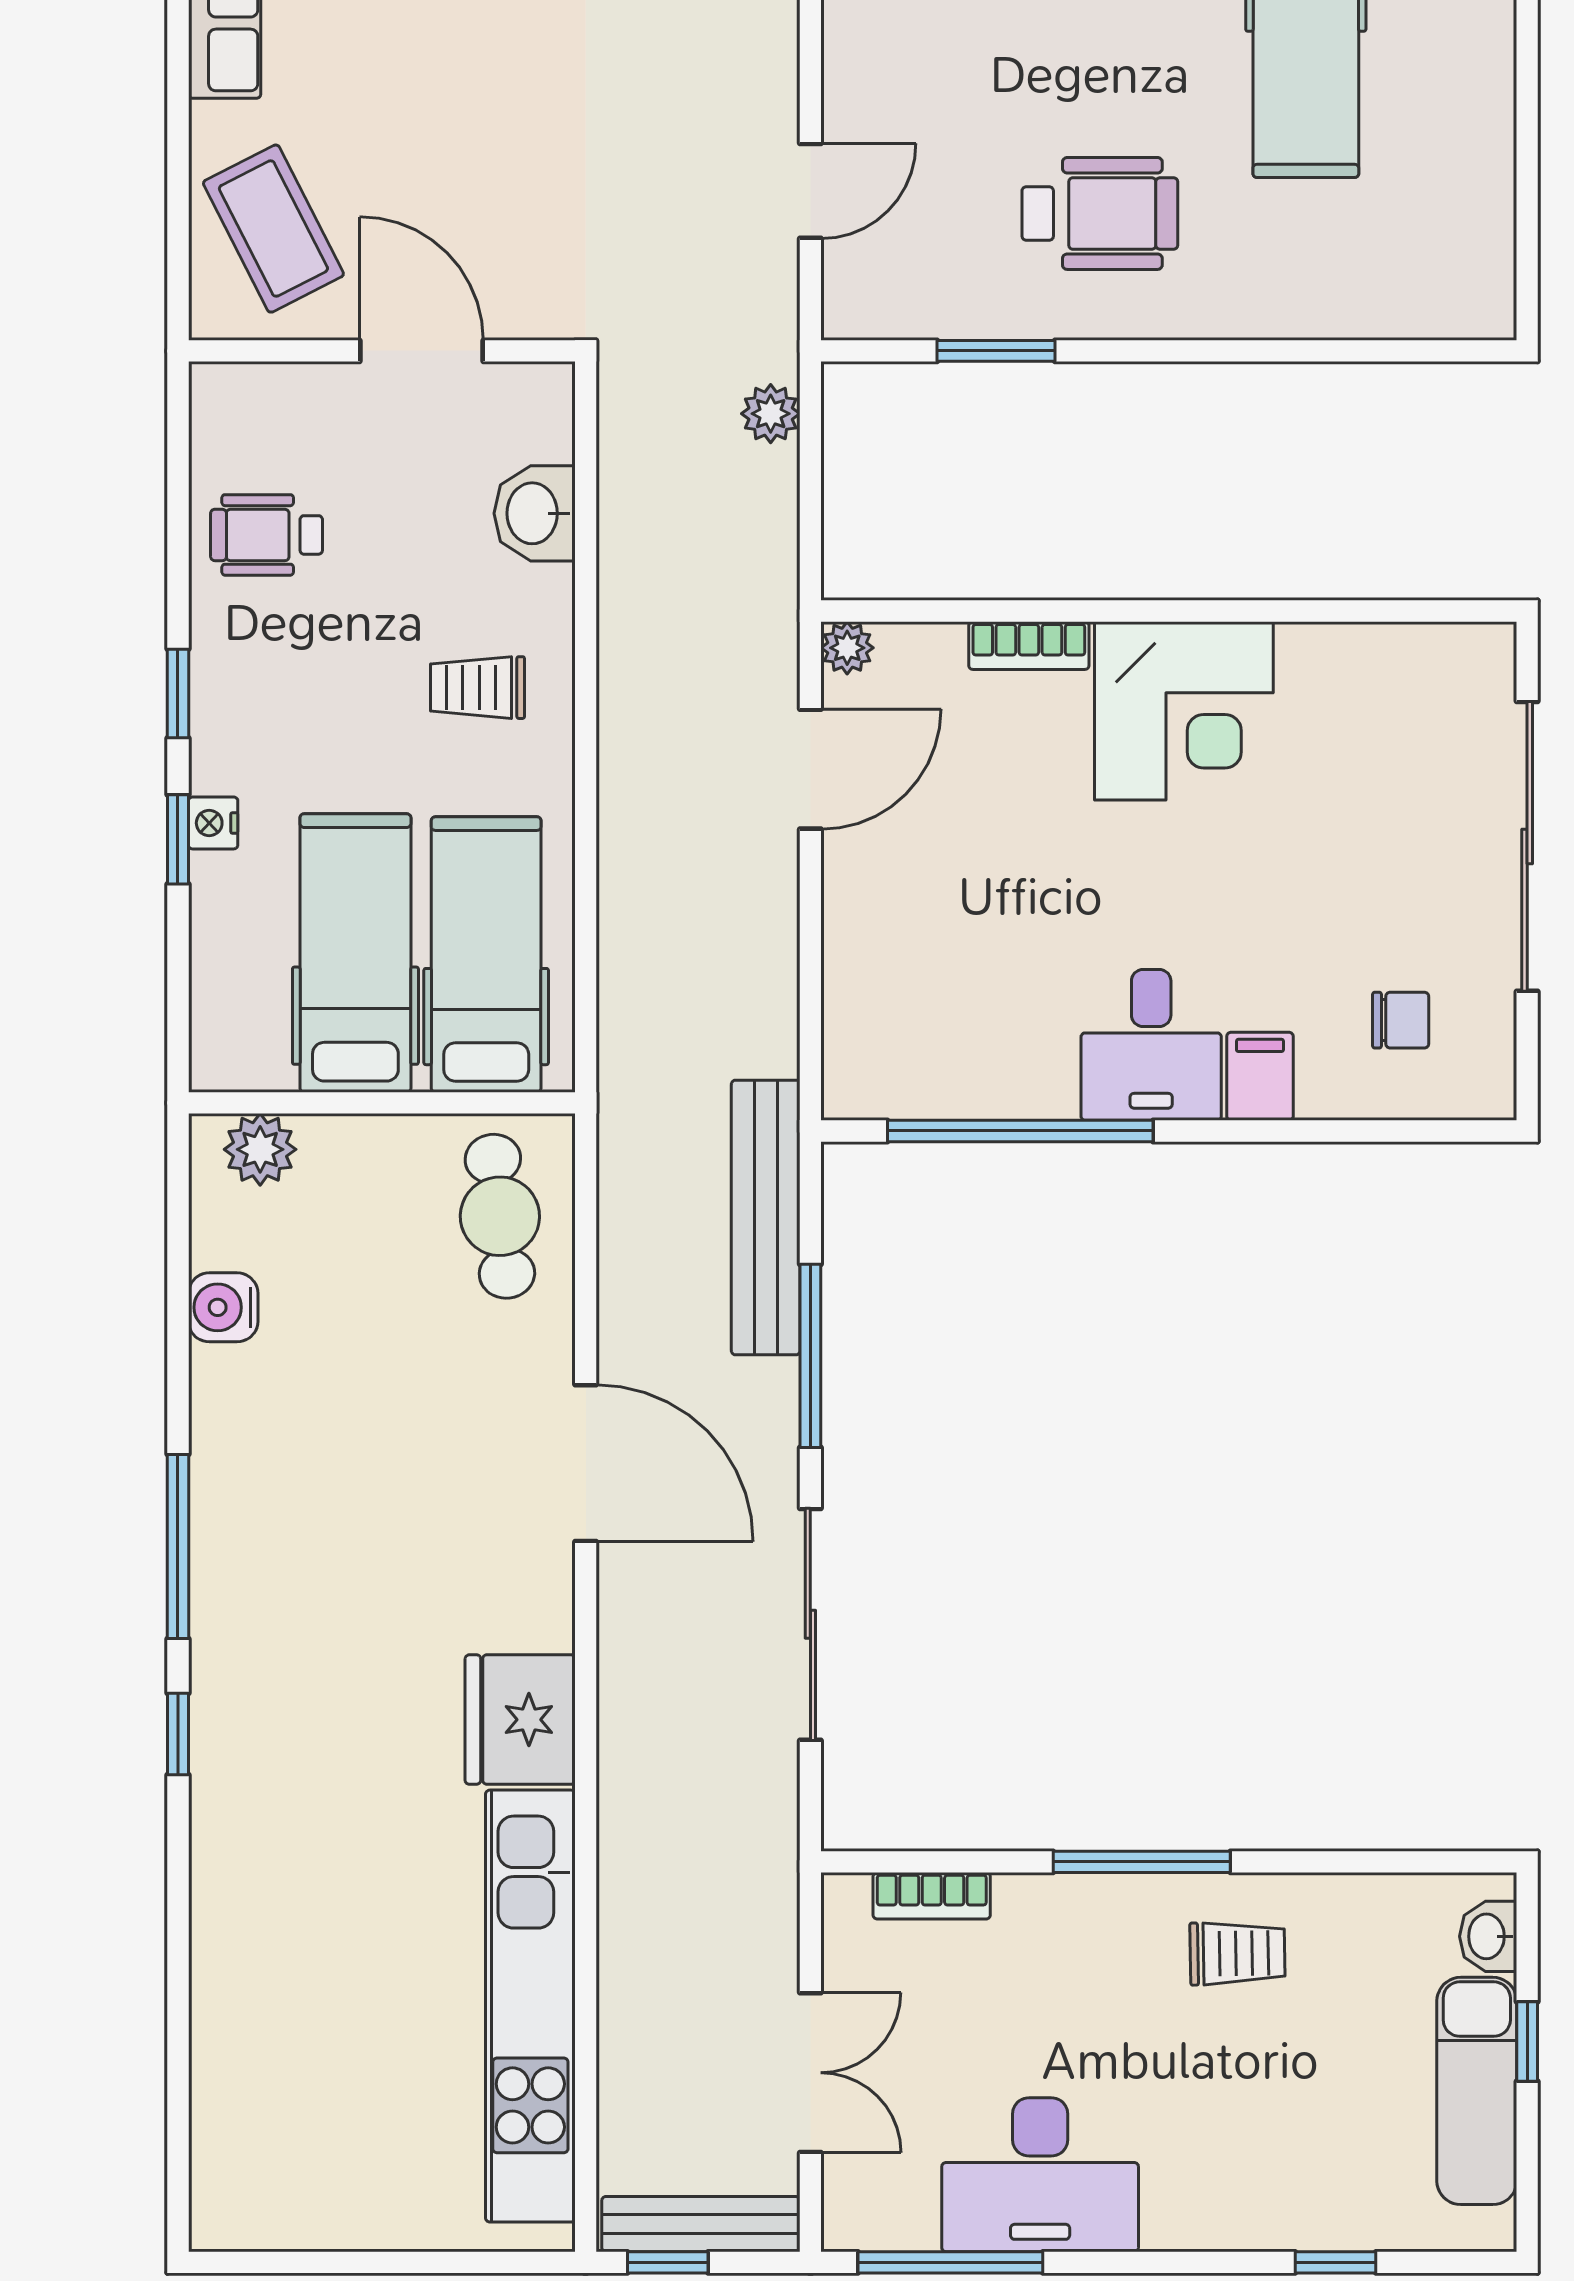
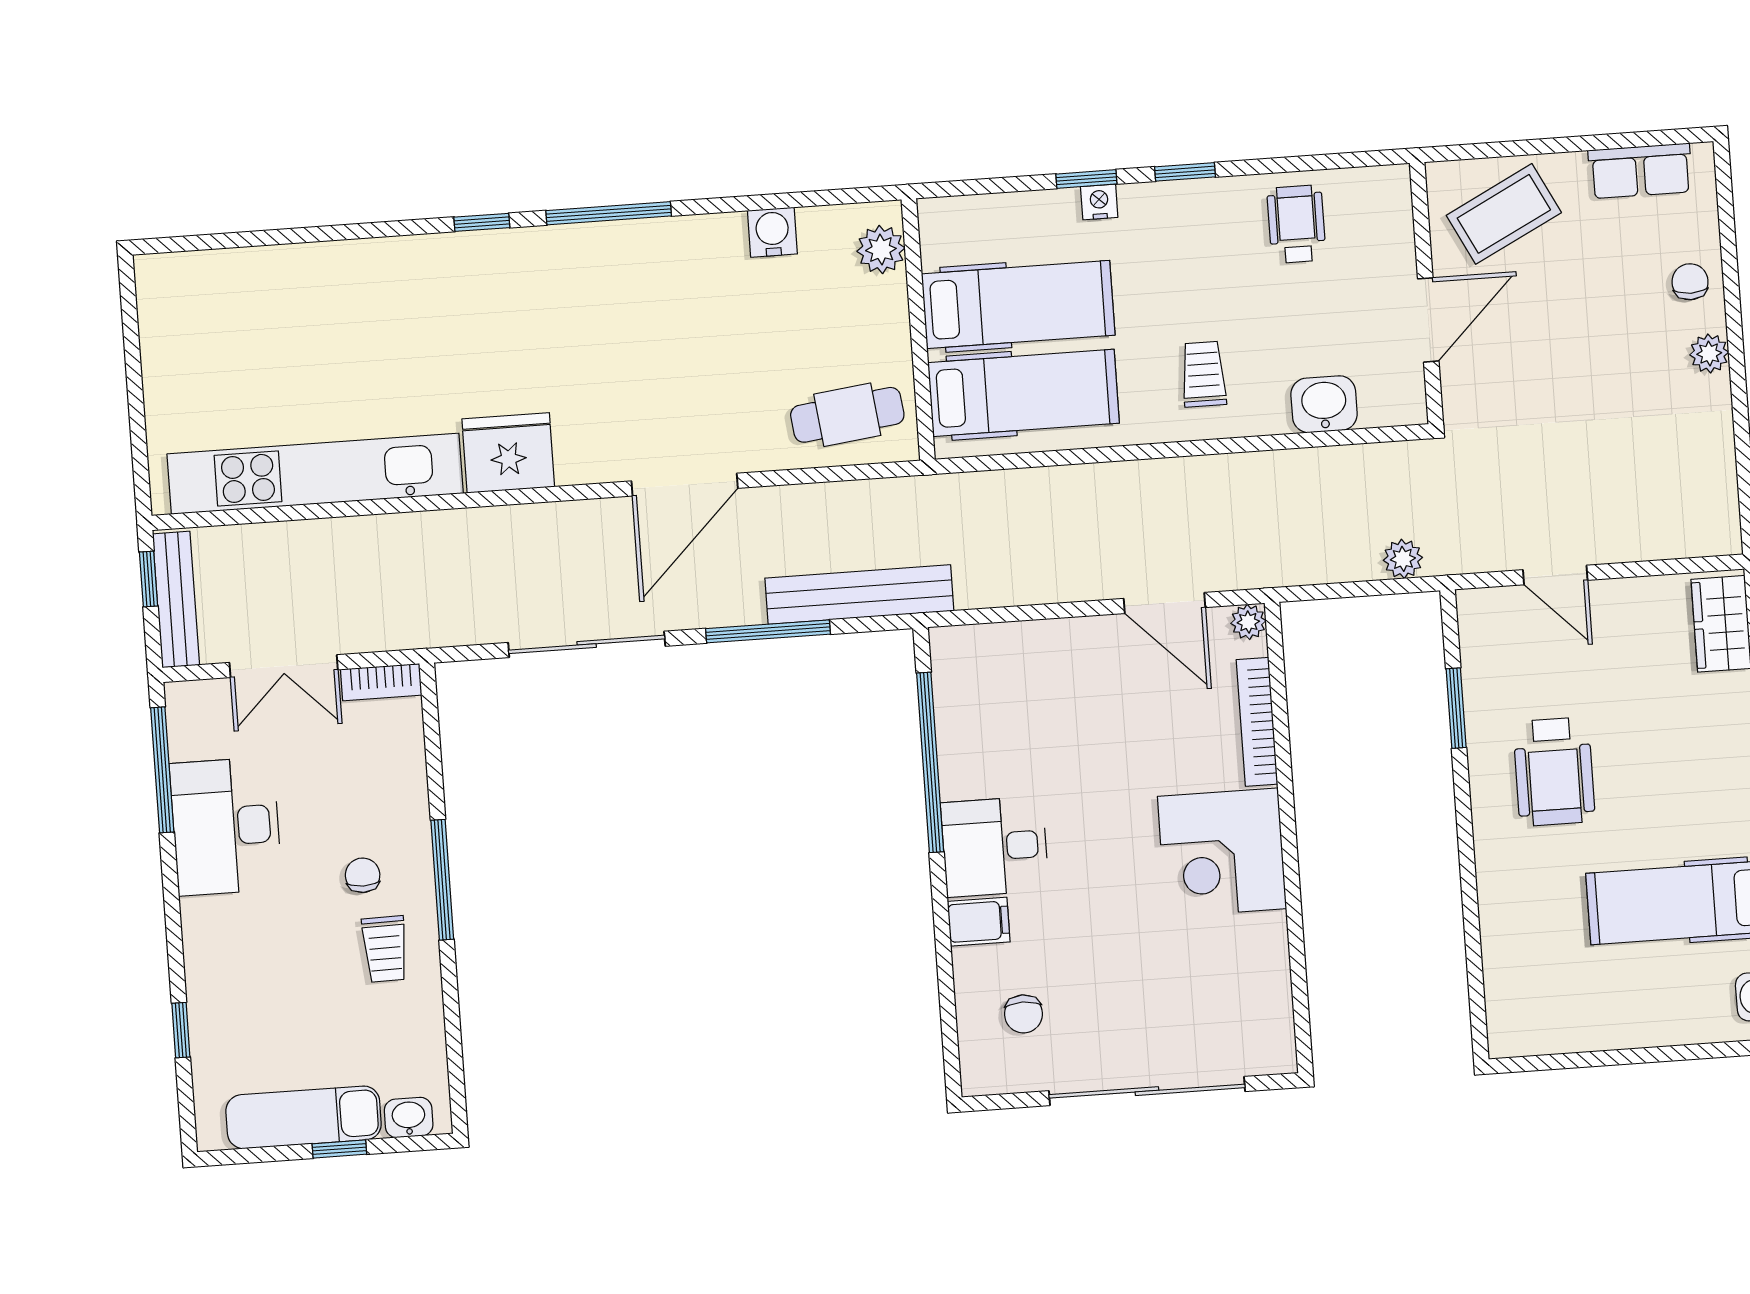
bookcase: (1029, 646) -> (1257, 722), width x1.56
bookcase: (932, 1896) -> (381, 682), moved, turned -90
chair: (1127, 1979) -> (363, 875), added

